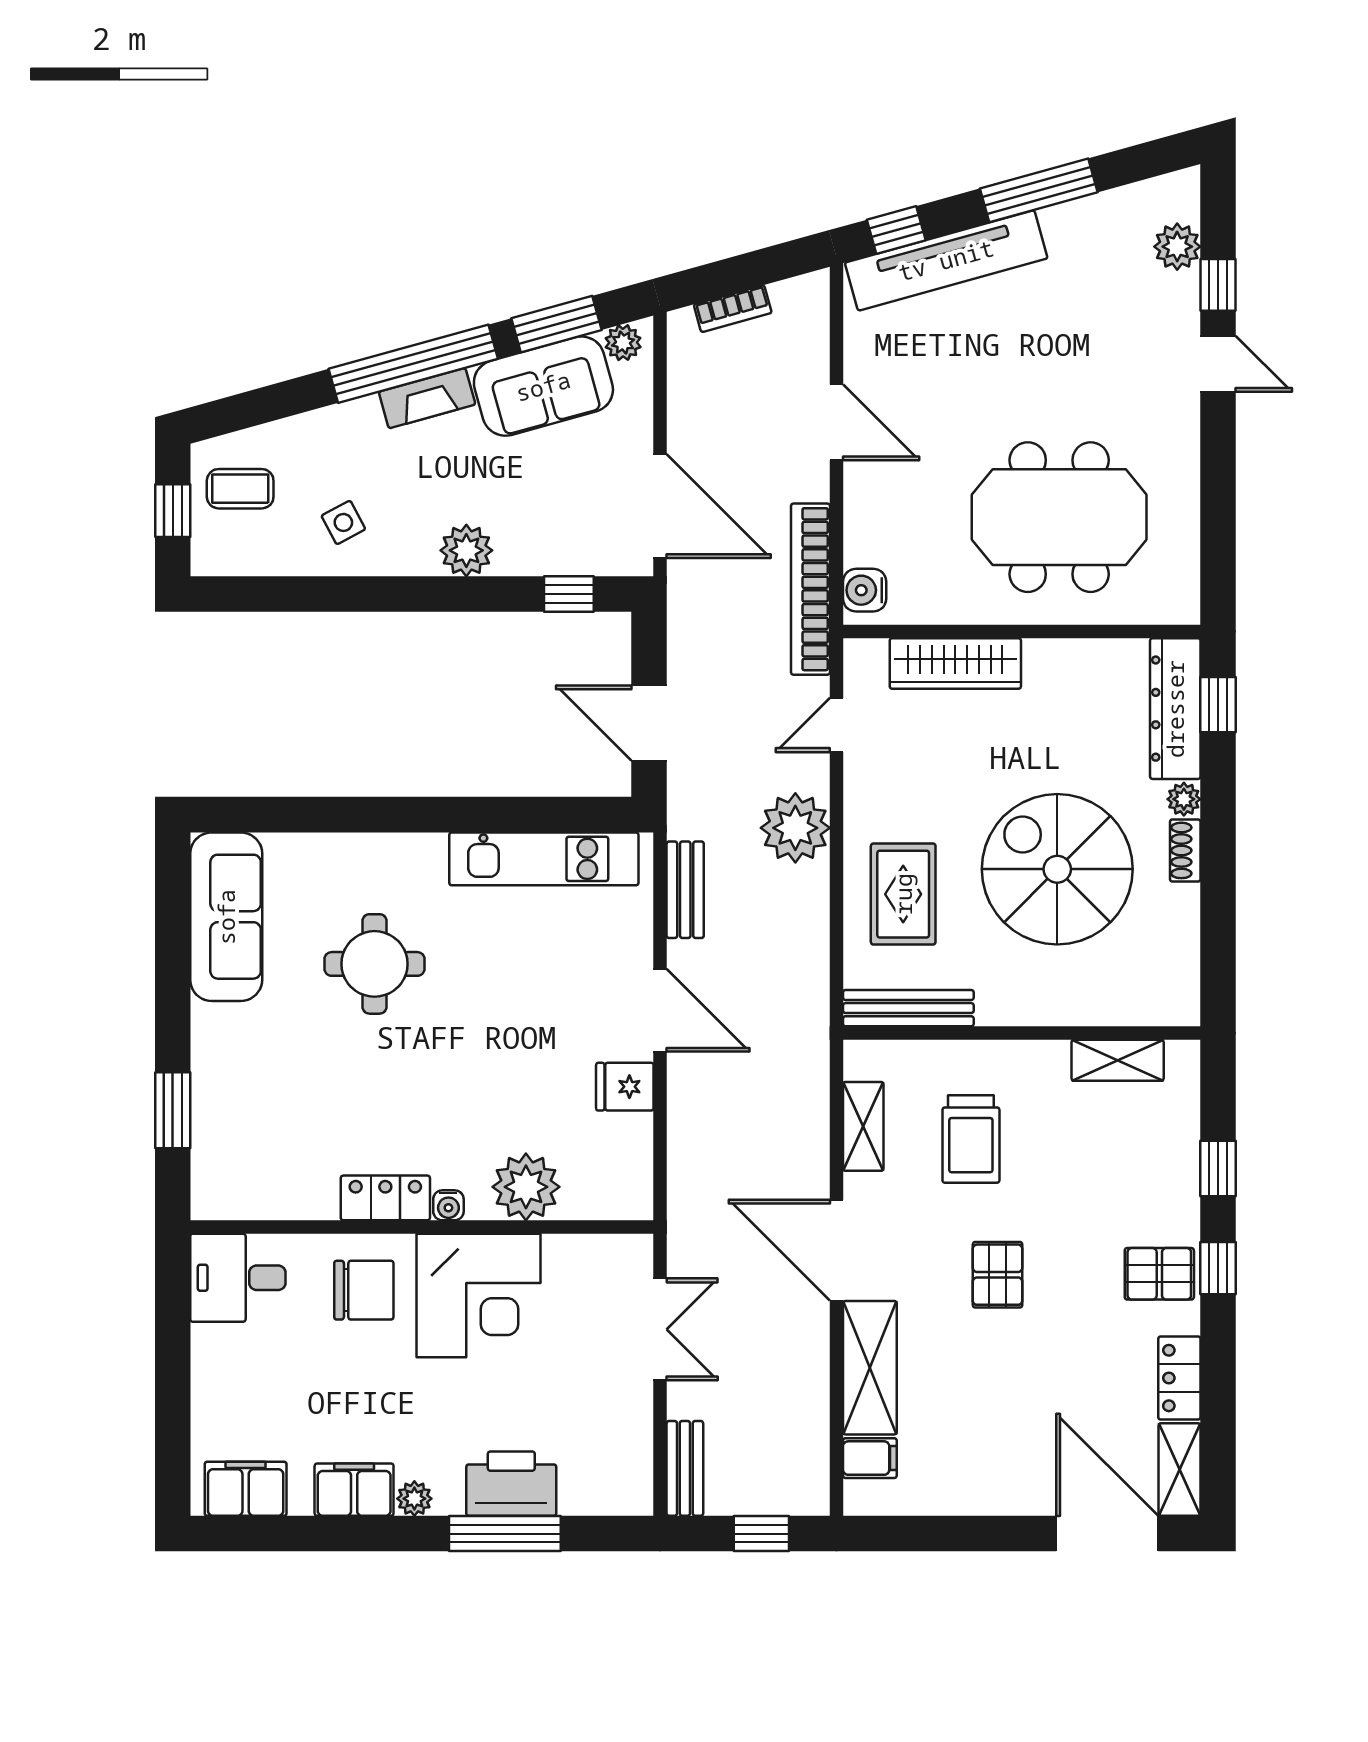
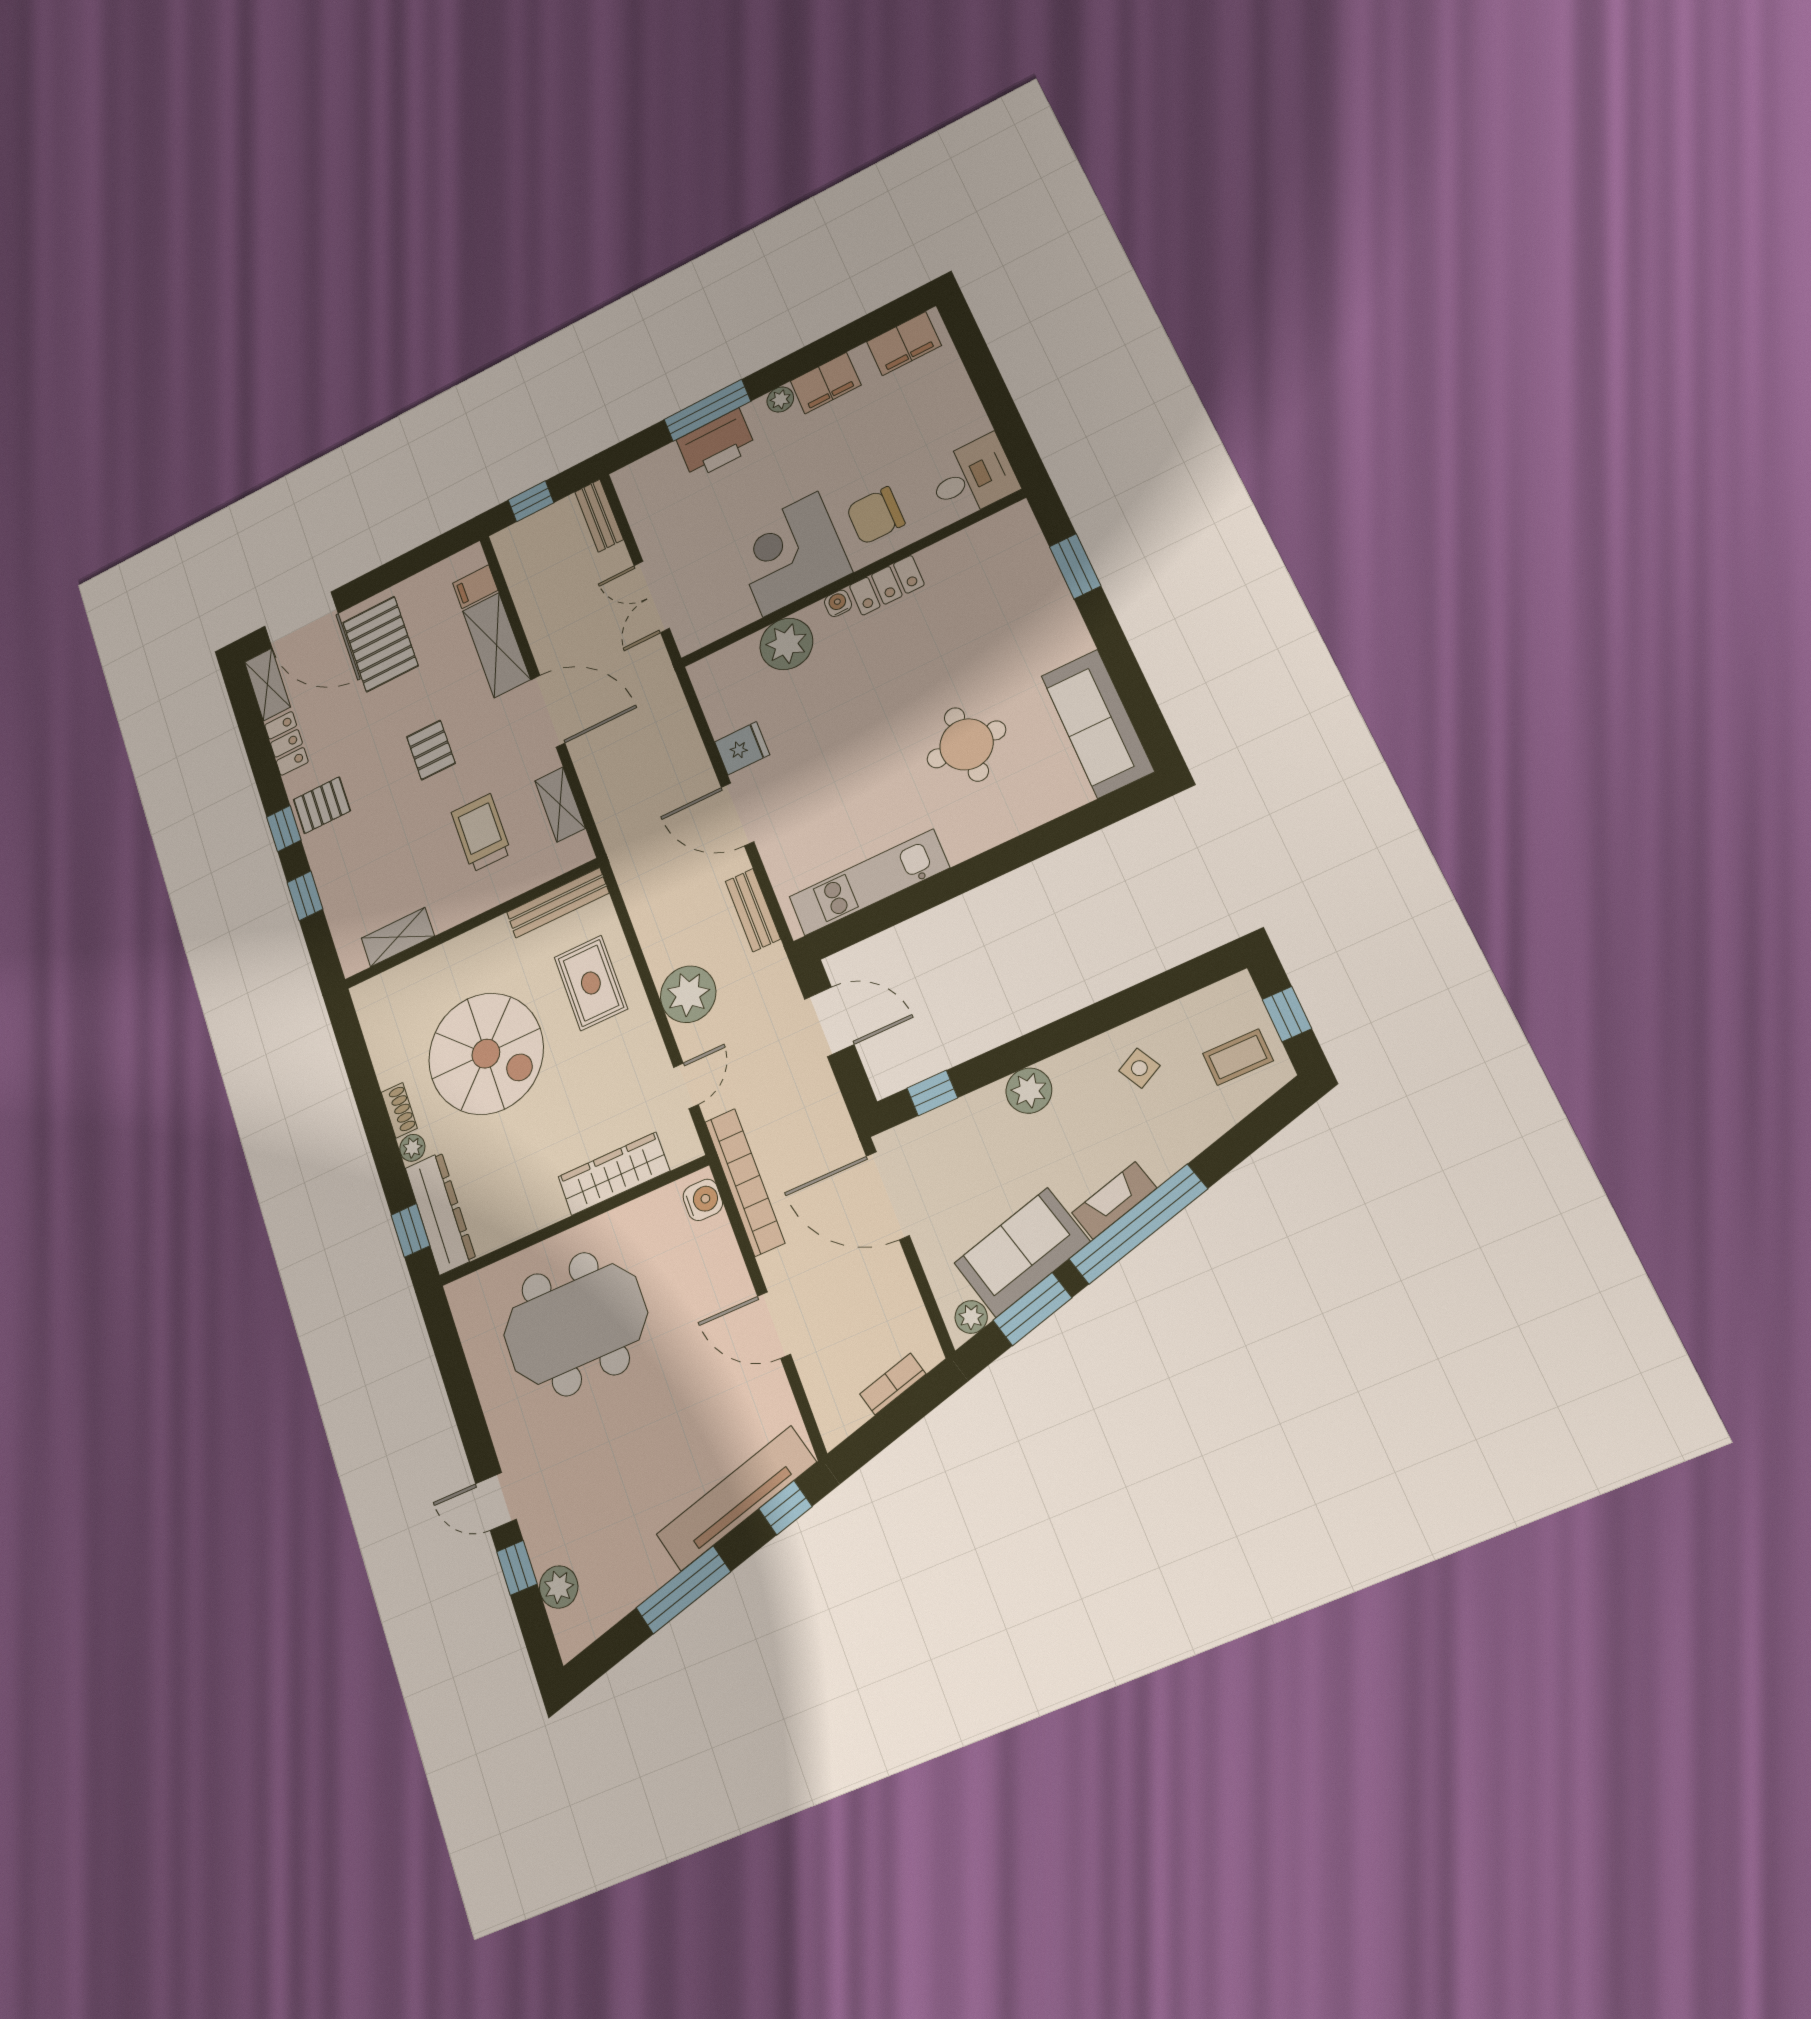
pallet: (1015, 1446) -> (380, 644), added

